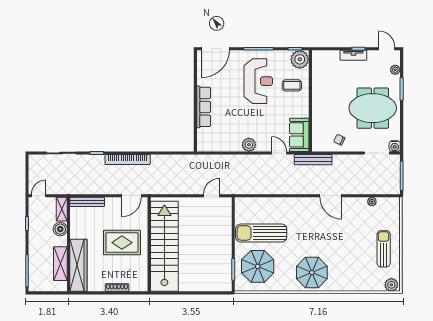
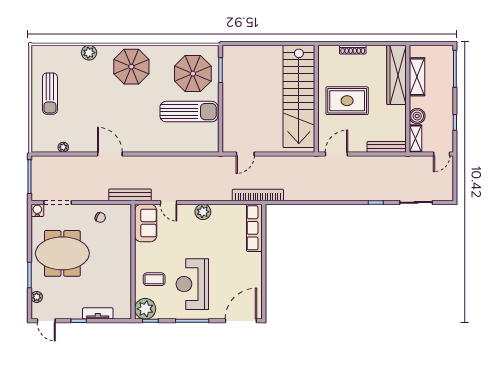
tv unit: (353, 55) -> (98, 313), moved
row of seats: (204, 107) -> (254, 228), moved
bookcase: (128, 160) -> (258, 195), moved
plant: (391, 285) -> (89, 53), moved

